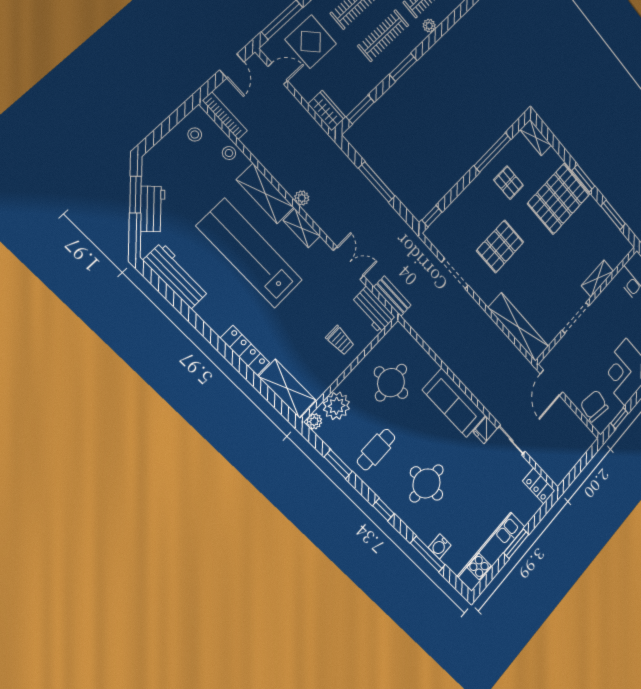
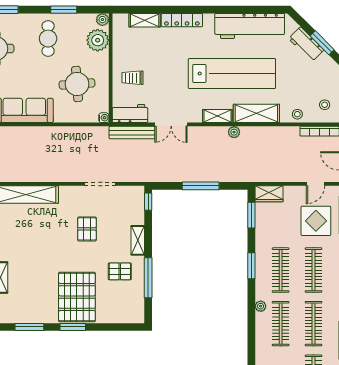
shelving: (536, 137) -> (138, 240), moved, turned 90
pallet: (500, 246) -> (87, 229), width x0.67, depth x0.71
workbench: (176, 276) -> (250, 26), width x1.36, depth x1.32
bench: (392, 296) -> (132, 133), width x1.36
water cooler: (398, 329) -> (104, 118), added
shelving: (287, 388) -> (145, 20), width x0.67, depth x0.75

